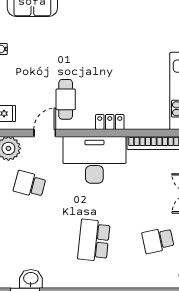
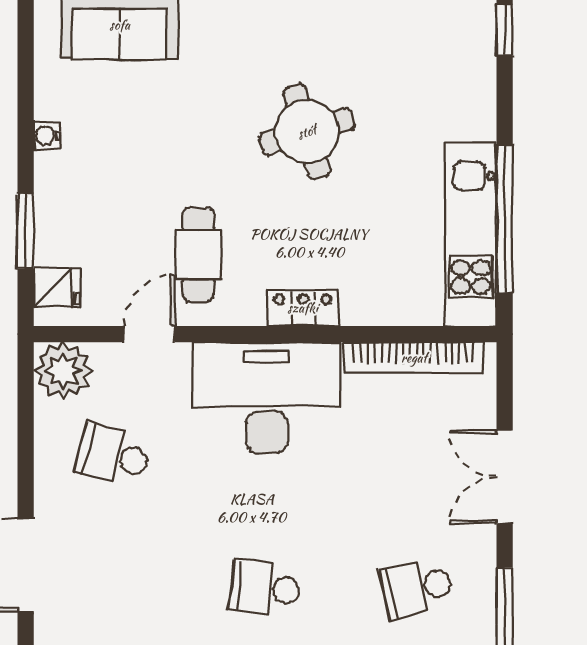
round table: (111, 47) -> (307, 132), added
school desk: (94, 240) -> (265, 588), width x0.54

